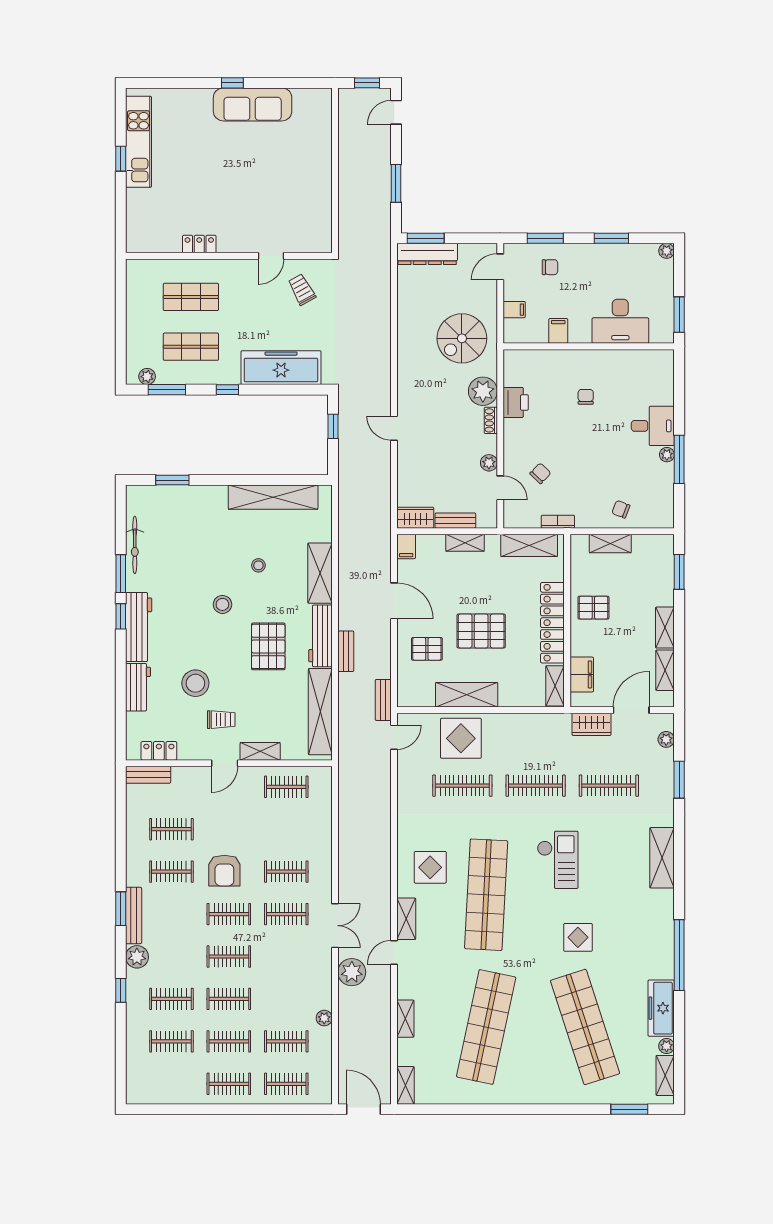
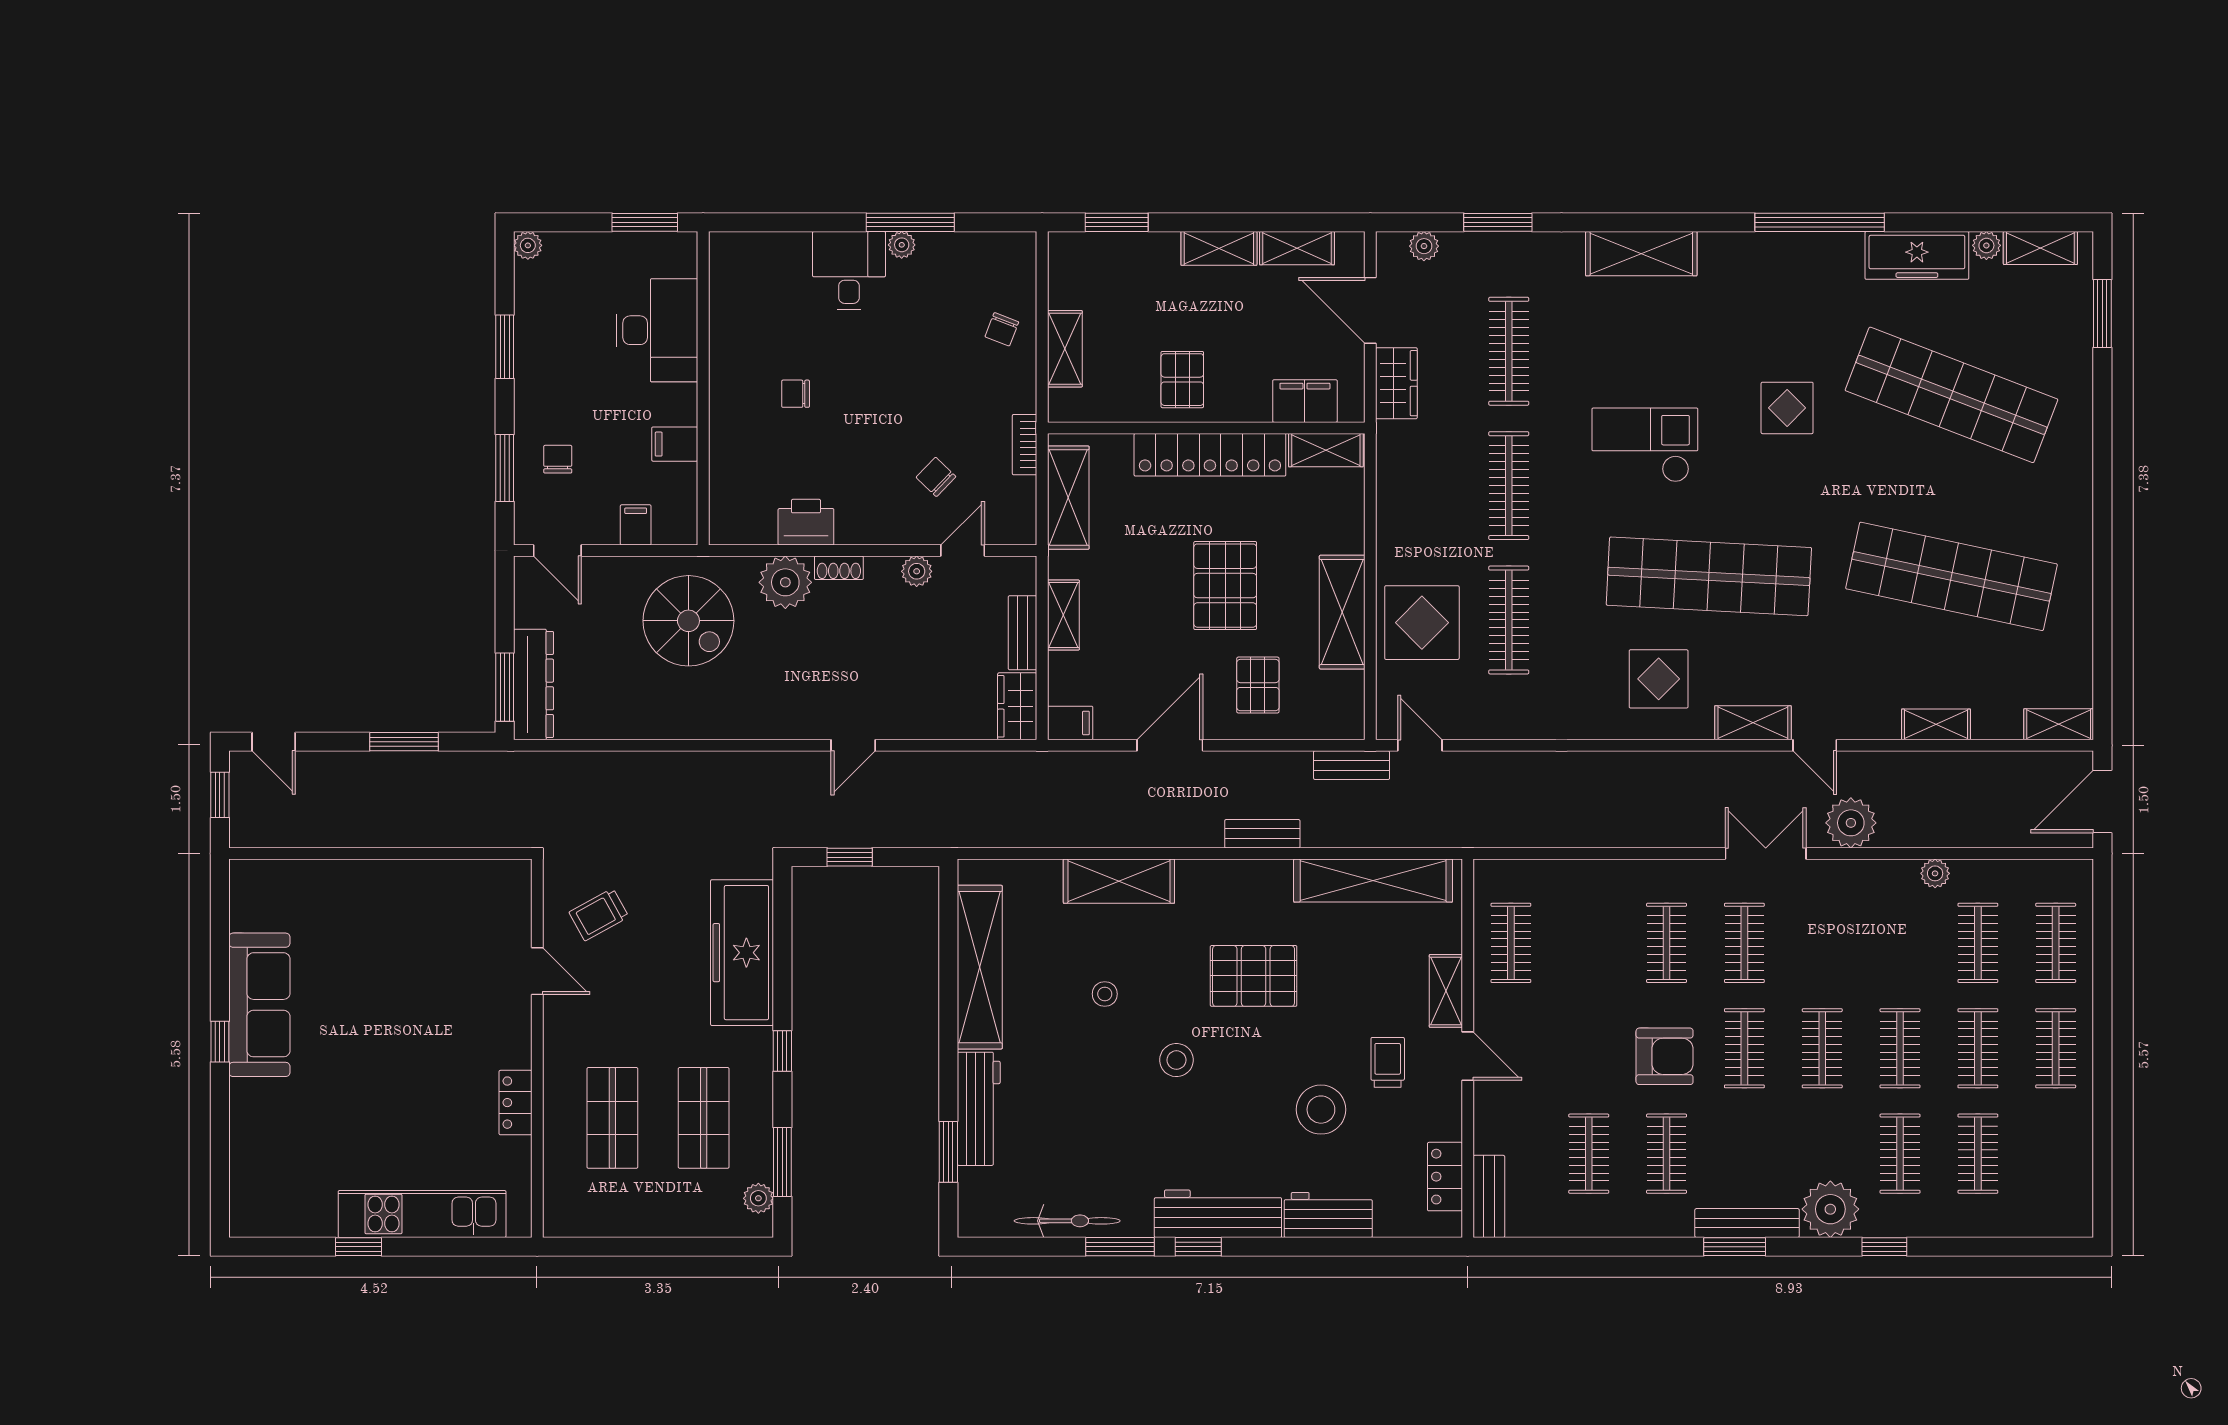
kitchen unit: (138, 142) -> (422, 1214), moved
workbench: (320, 636) -> (979, 1109), moved, turned -90
plant: (137, 957) -> (1830, 1209), width x1.36, depth x1.36
shop shelf: (585, 1027) -> (1951, 395), turned 39

